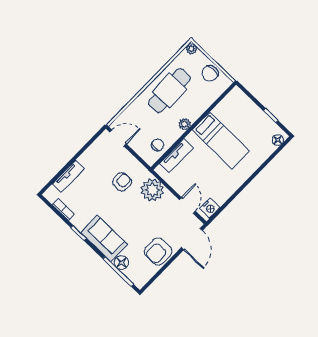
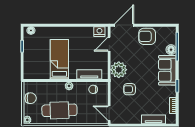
armchair: (158, 251) -> (147, 36), turned 180

